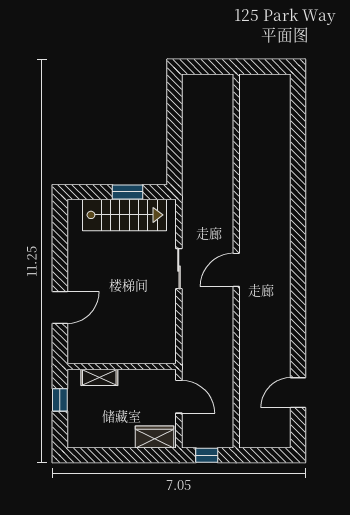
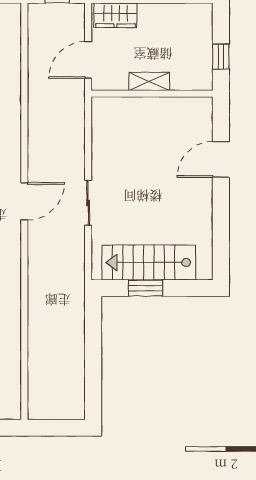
shelving: (99, 377) -> (149, 81), moved
door: (179, 397) -> (88, 60), hinge flipped

